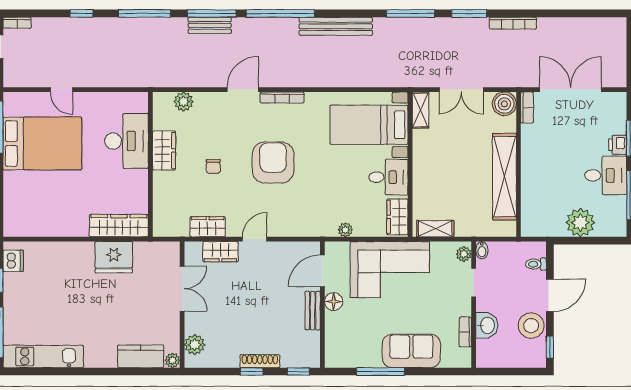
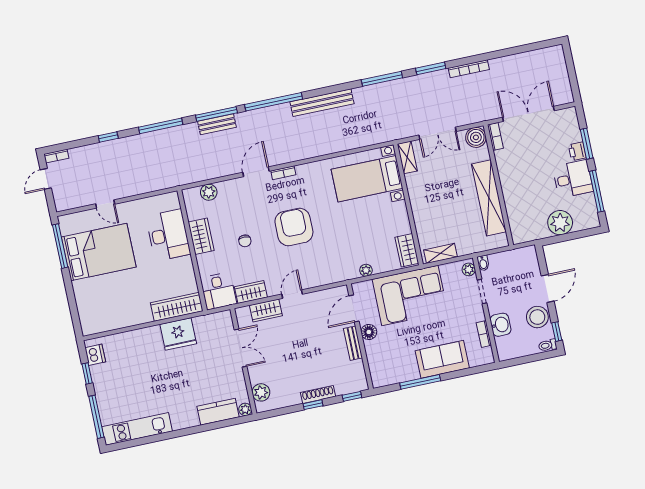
bookcase: (282, 98) -> (283, 173), width x0.64
desk: (388, 177) -> (218, 291), moved, turned 90
toilet: (536, 264) -> (548, 345), moved

